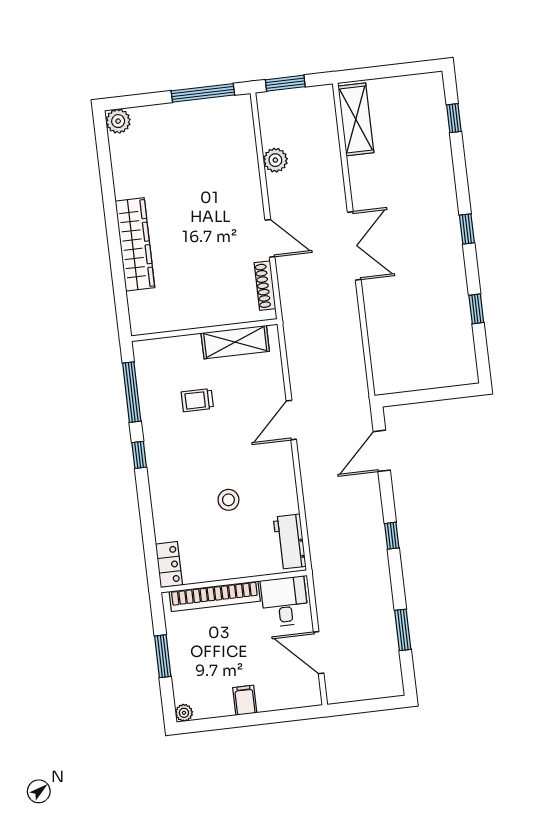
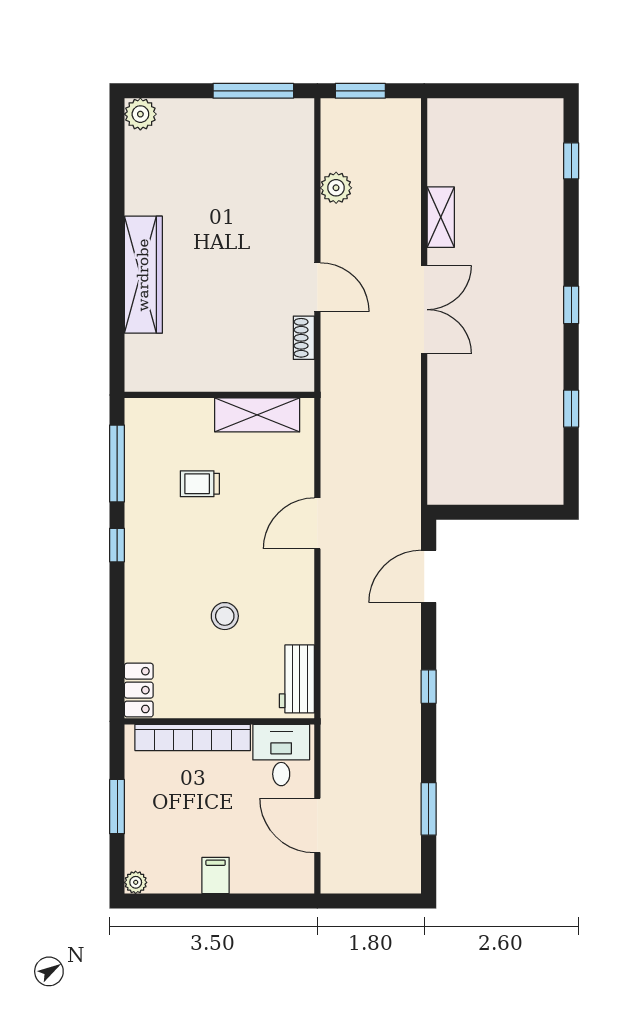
shelving: (356, 119) -> (441, 217), moved, width x0.67, depth x0.75
shoe rack: (265, 286) -> (304, 338), width x0.70

